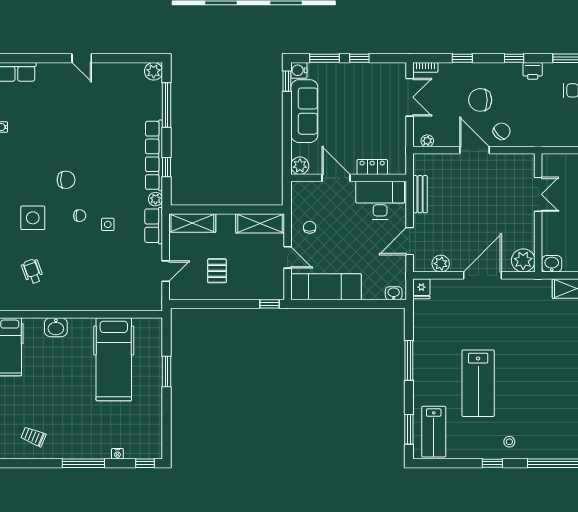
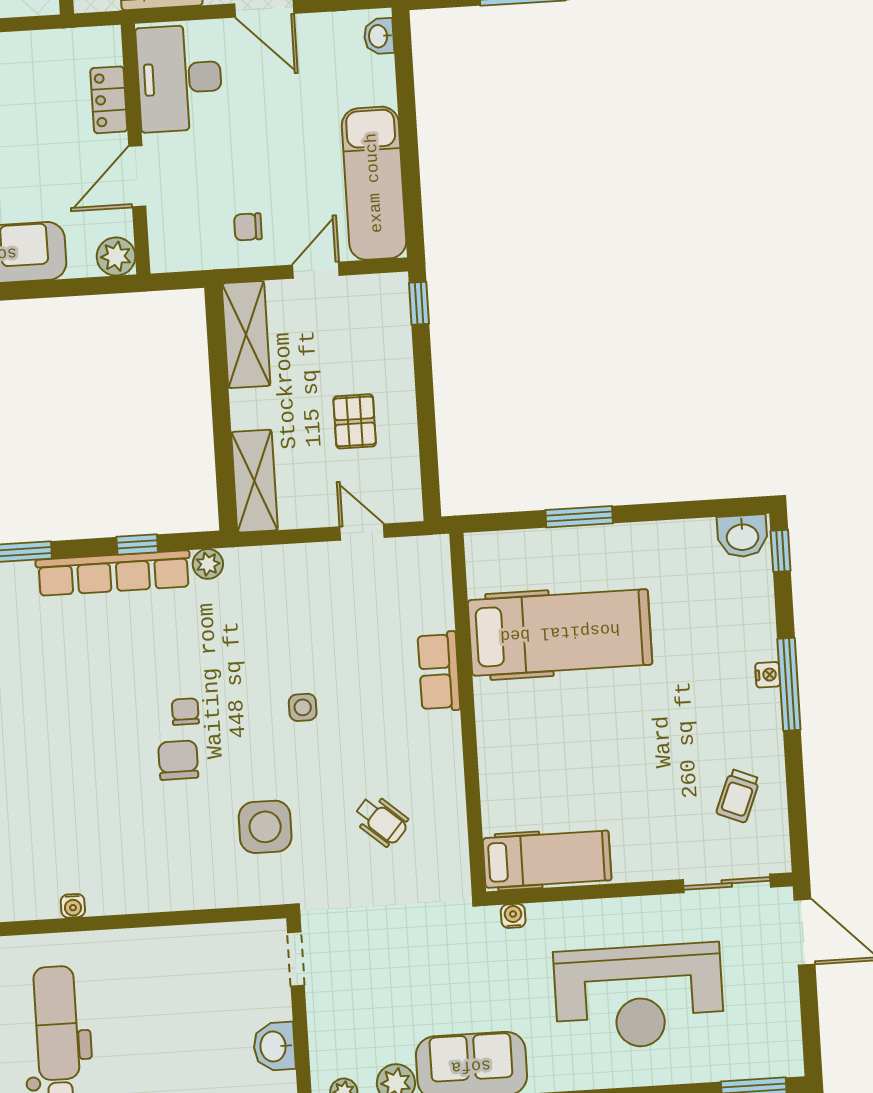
chair: (80, 216) -> (185, 712), moved
side table: (108, 224) -> (303, 707), moved
row of seats: (154, 226) -> (439, 671), moved, turned 90
wheelchair: (32, 271) -> (381, 820), turned -119
pallet: (217, 271) -> (355, 421), turned 90
washbasin: (56, 327) -> (742, 536), moved, turned 90
nightstand: (117, 454) -> (768, 675), moved

